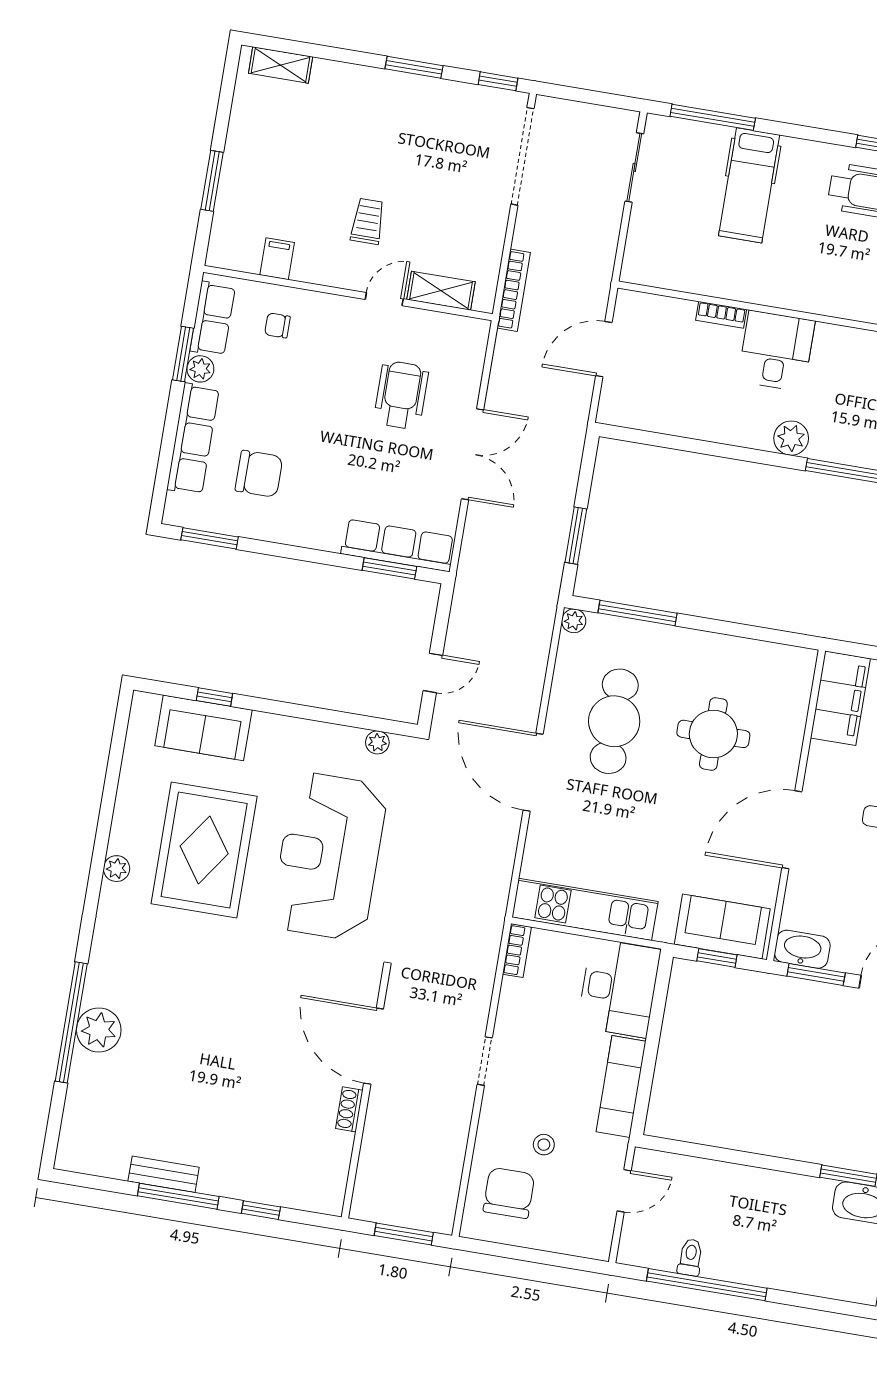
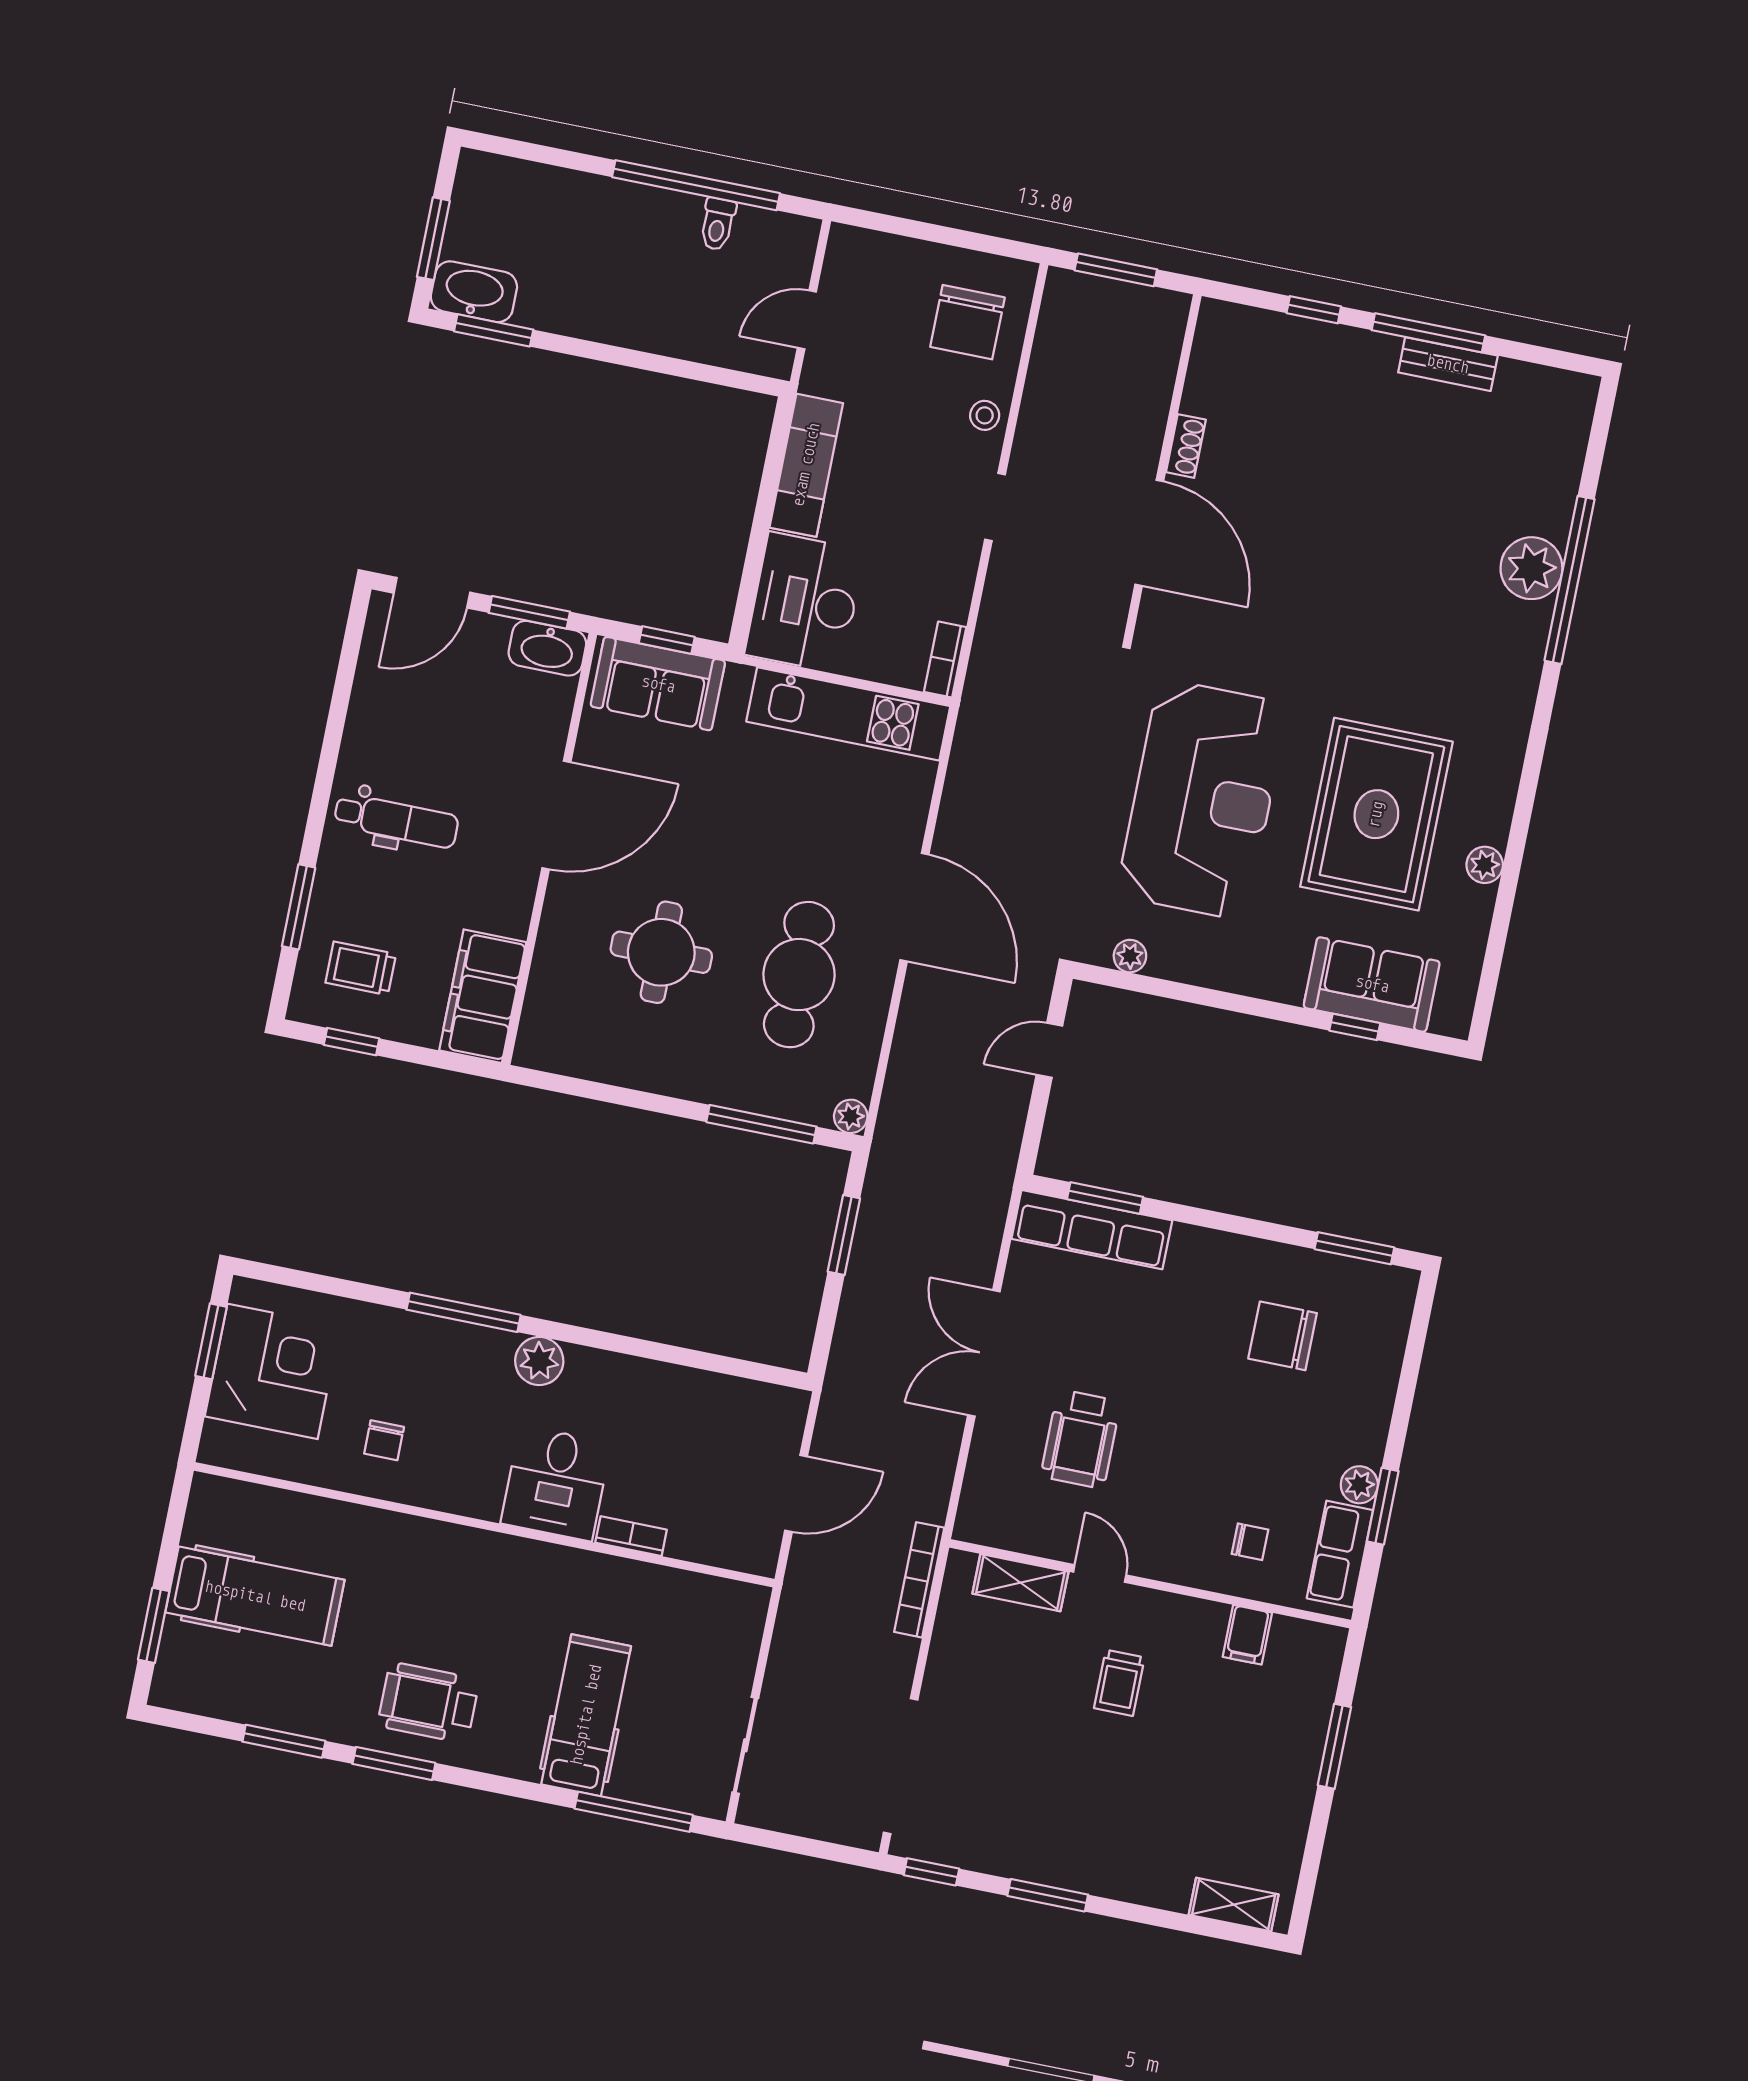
door: (384, 299) -> (1100, 1573), swing flipped
row of seats: (193, 439) -> (1373, 1388), removed
plant: (117, 869) -> (1485, 865), moved
stool: (544, 1145) -> (985, 415), moved

